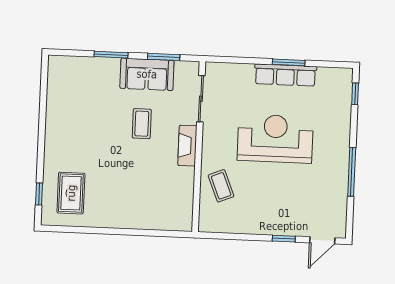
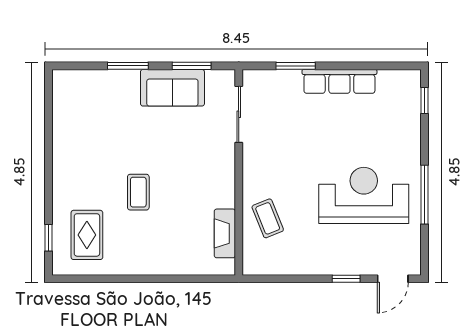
window: (289, 62) -> (296, 66), moved
coffee table: (142, 124) -> (138, 192), moved
reception desk: (275, 139) -> (364, 195), moved
fireplace: (187, 146) -> (225, 233), moved

